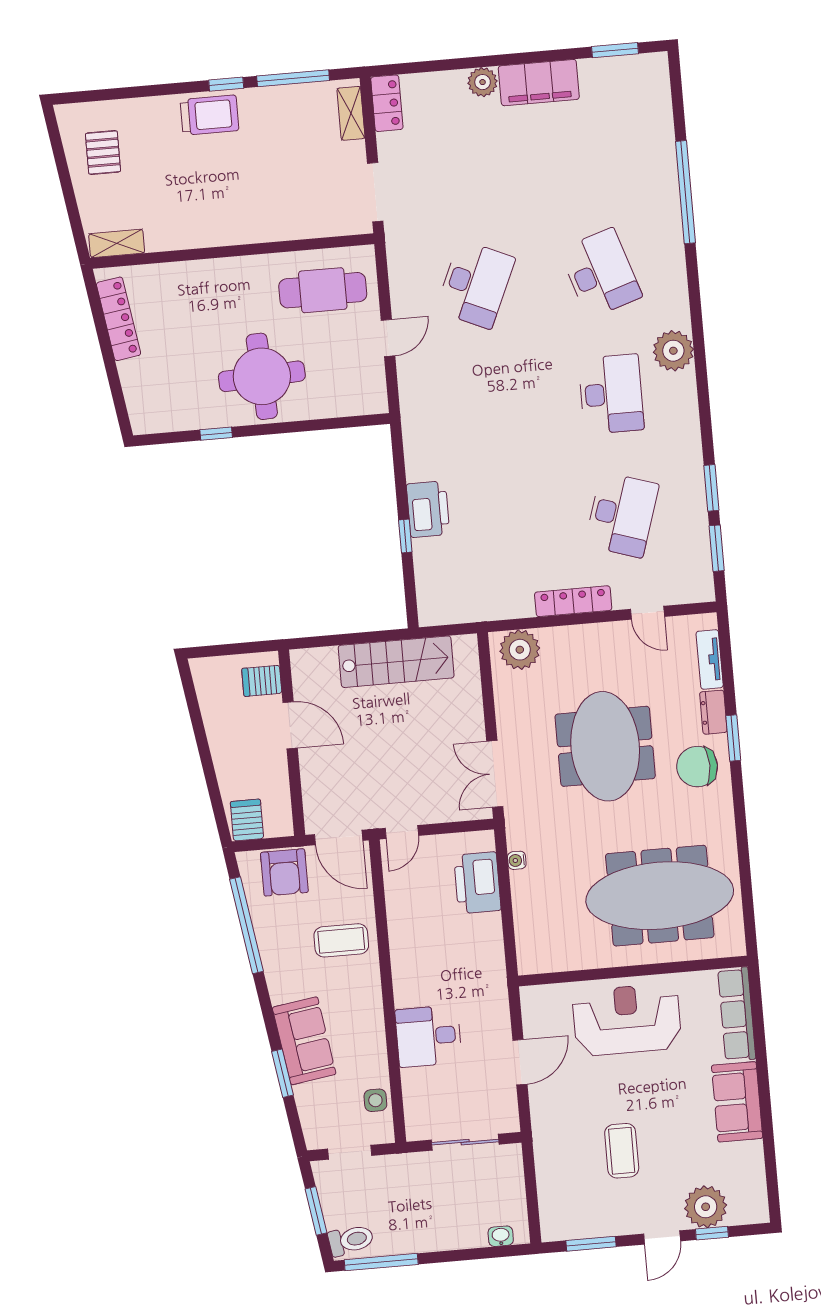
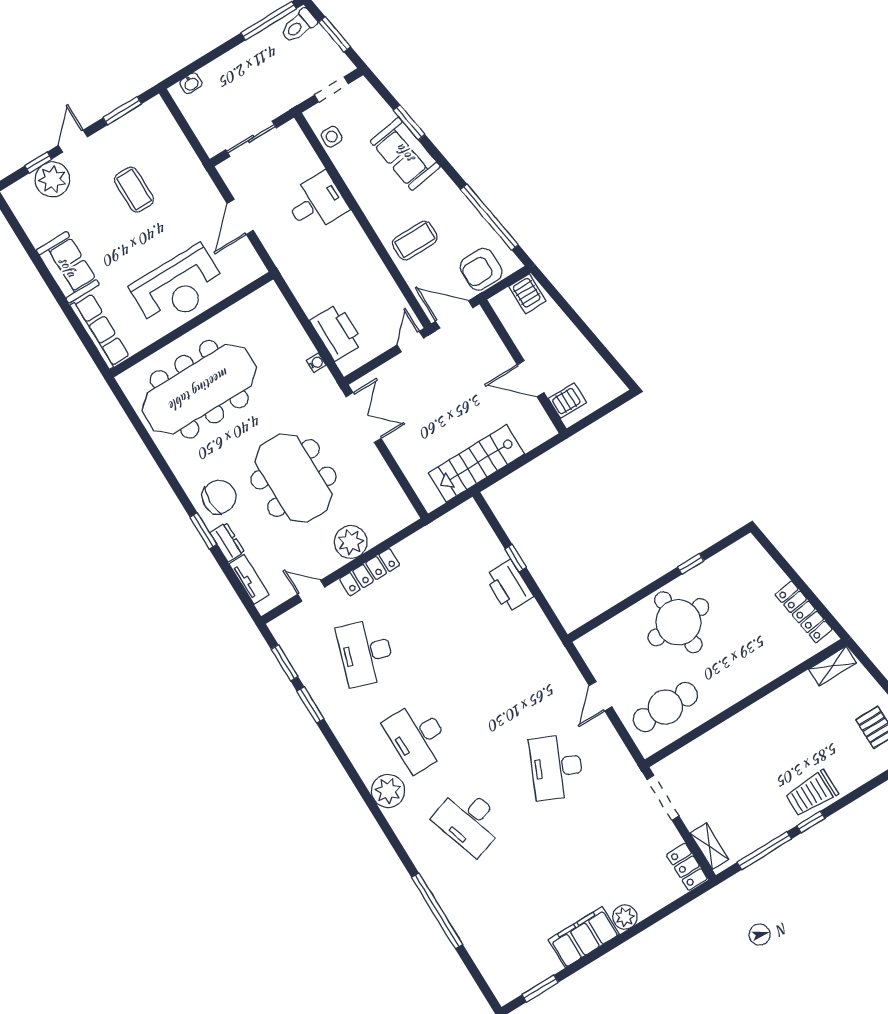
plant: (520, 650) -> (351, 542), moved
armchair: (284, 872) -> (481, 269), turned -90

